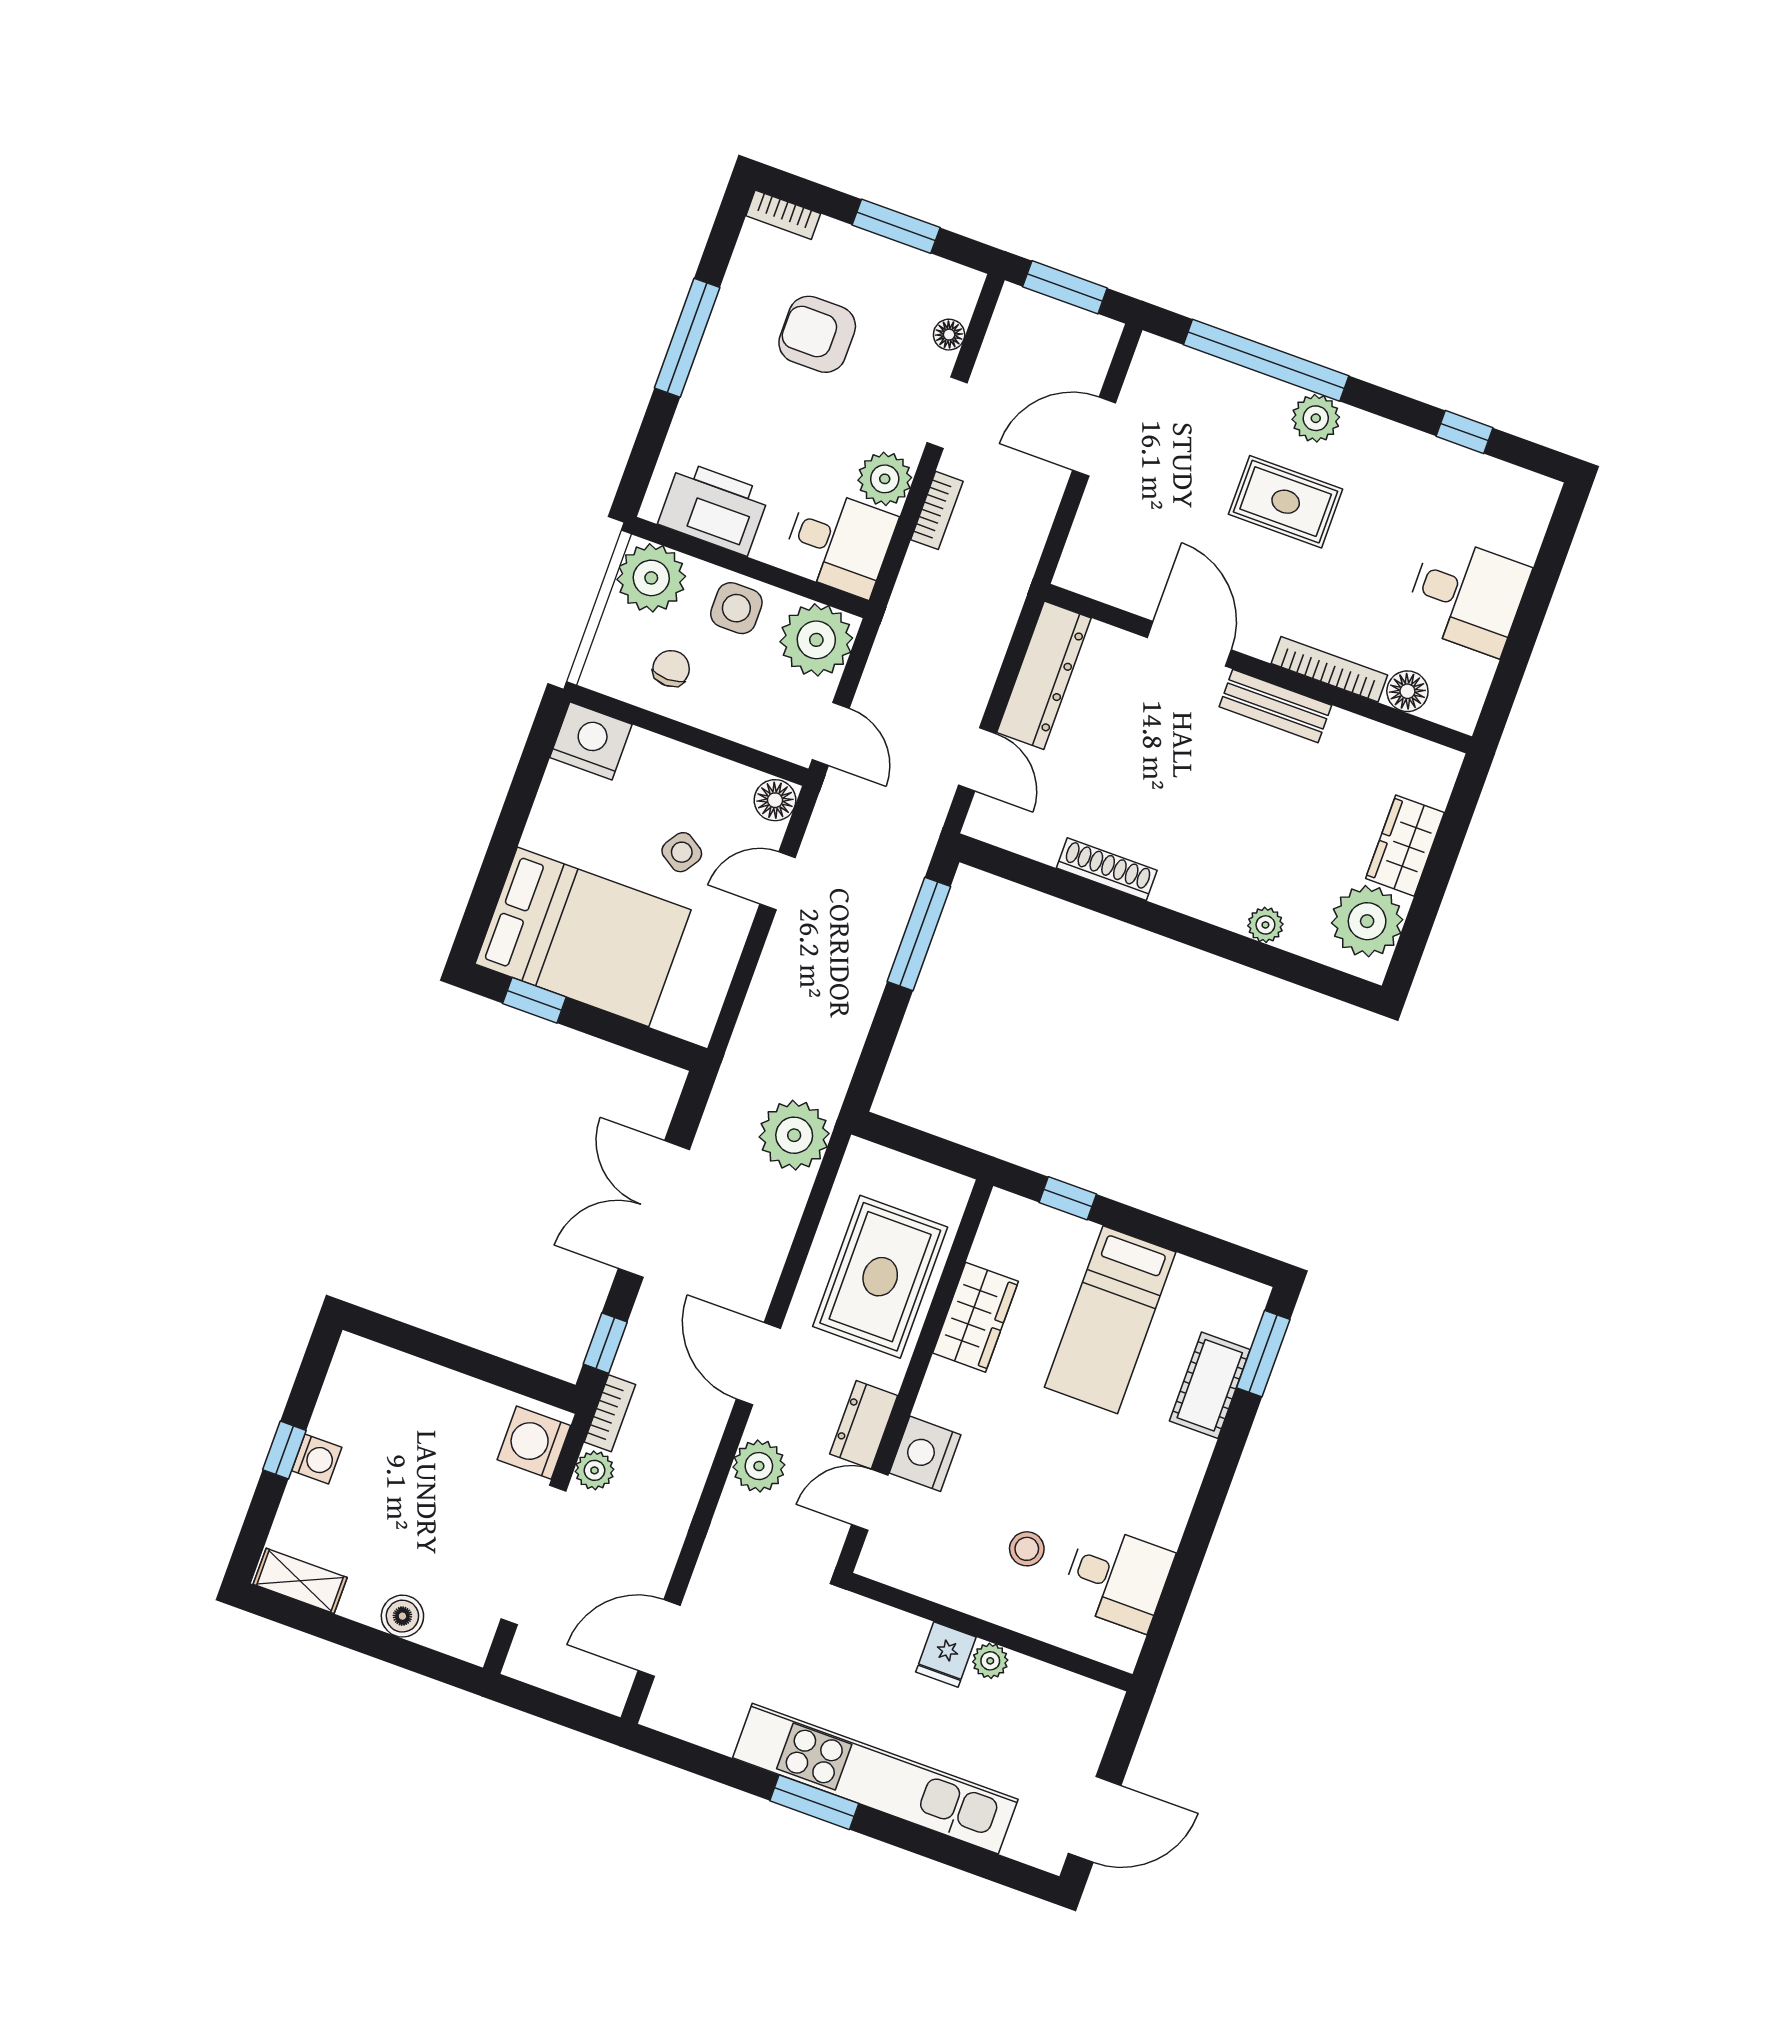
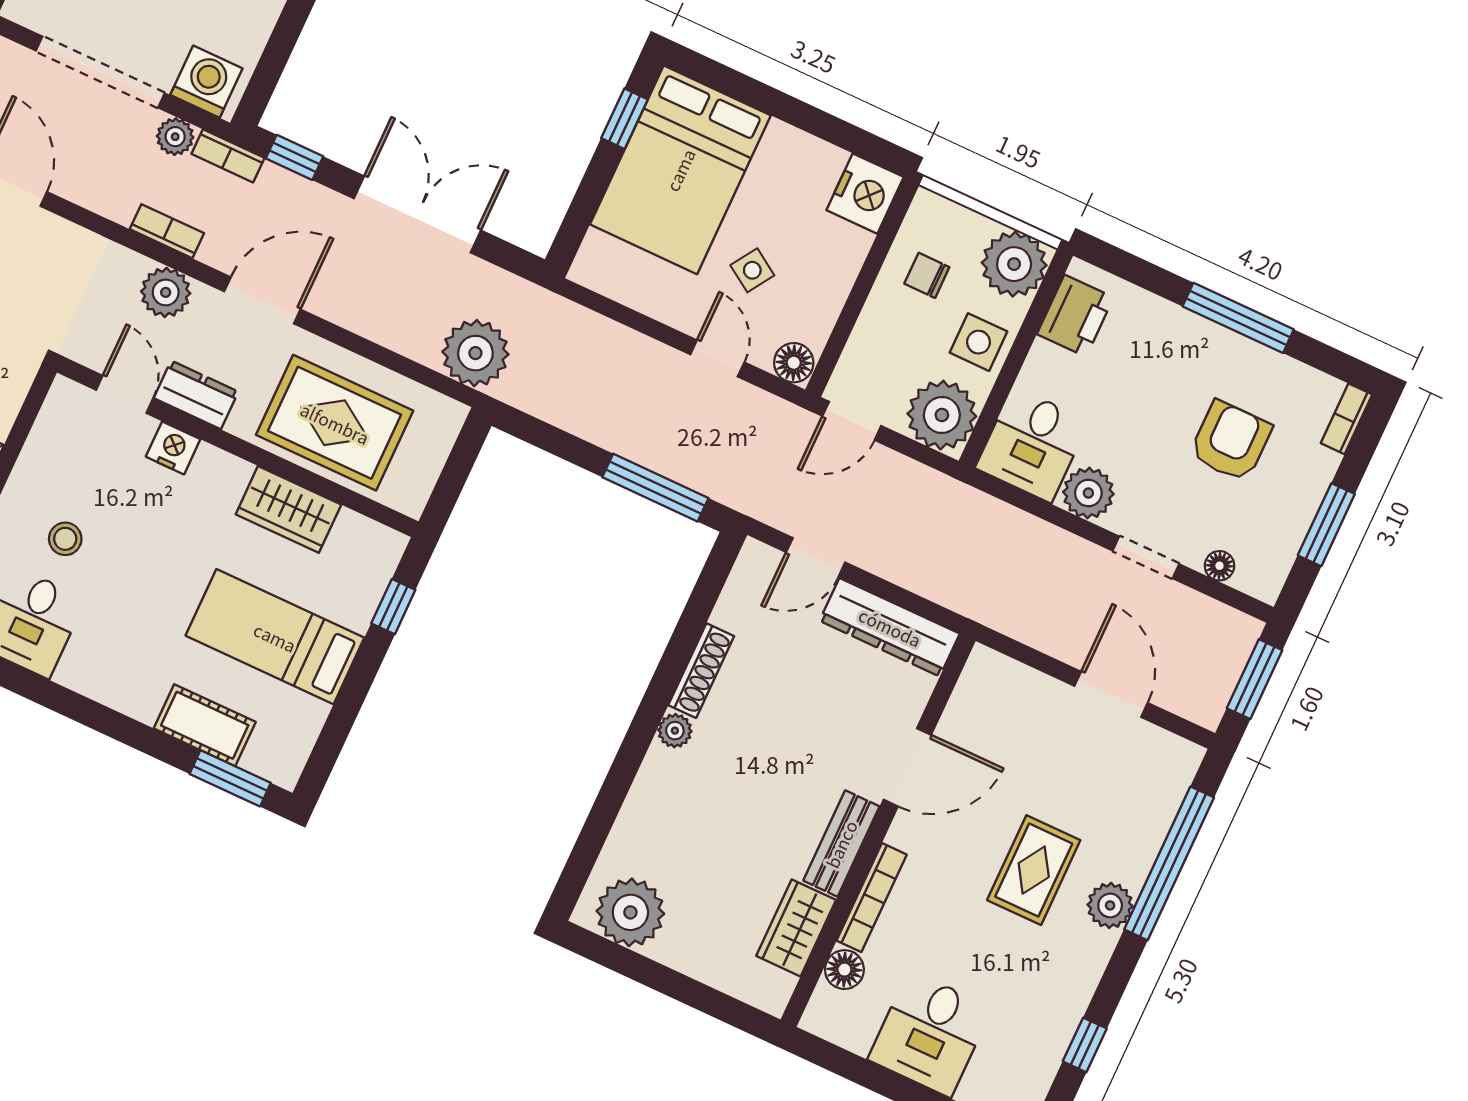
printer: (714, 508) -> (1075, 316), width x0.73, depth x0.84
bookcase: (937, 510) -> (167, 231), moved, turned 180
chair: (671, 668) -> (927, 275), turned 180
wardrobe: (1405, 846) -> (796, 928), moved, turned -90
plant: (1265, 925) -> (675, 731), moved
nightstand: (925, 1454) -> (173, 448), width x0.74, depth x0.75

